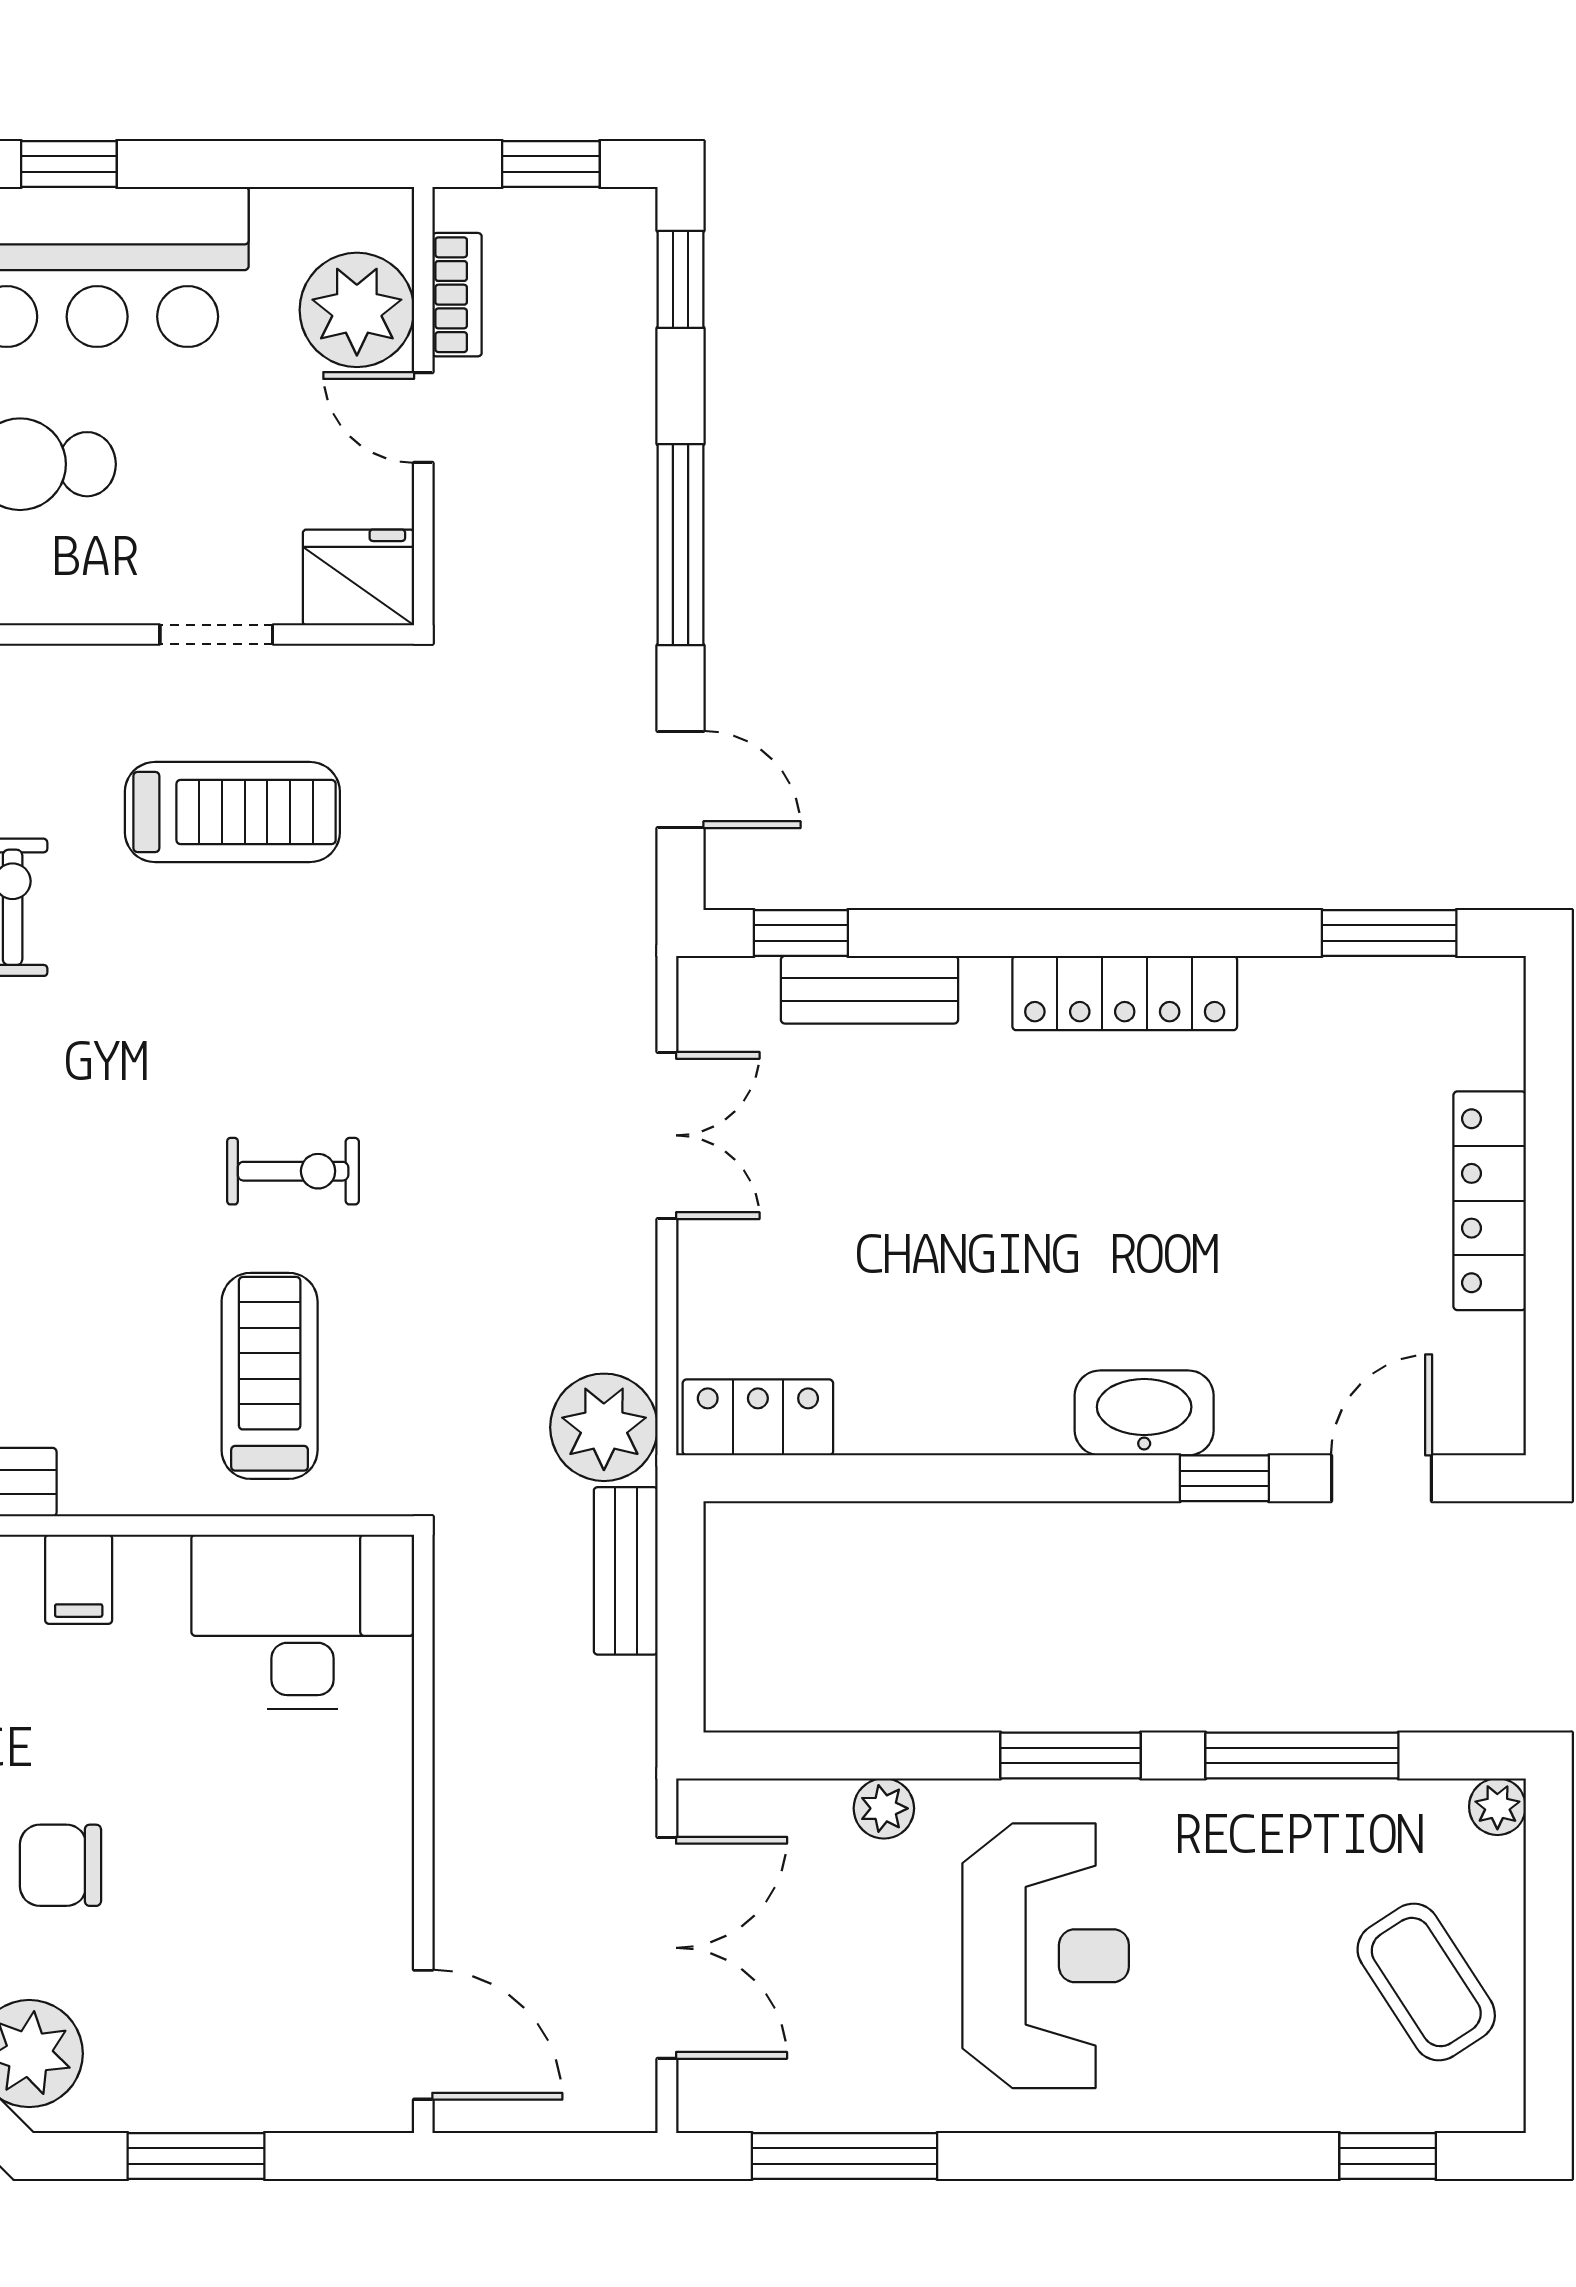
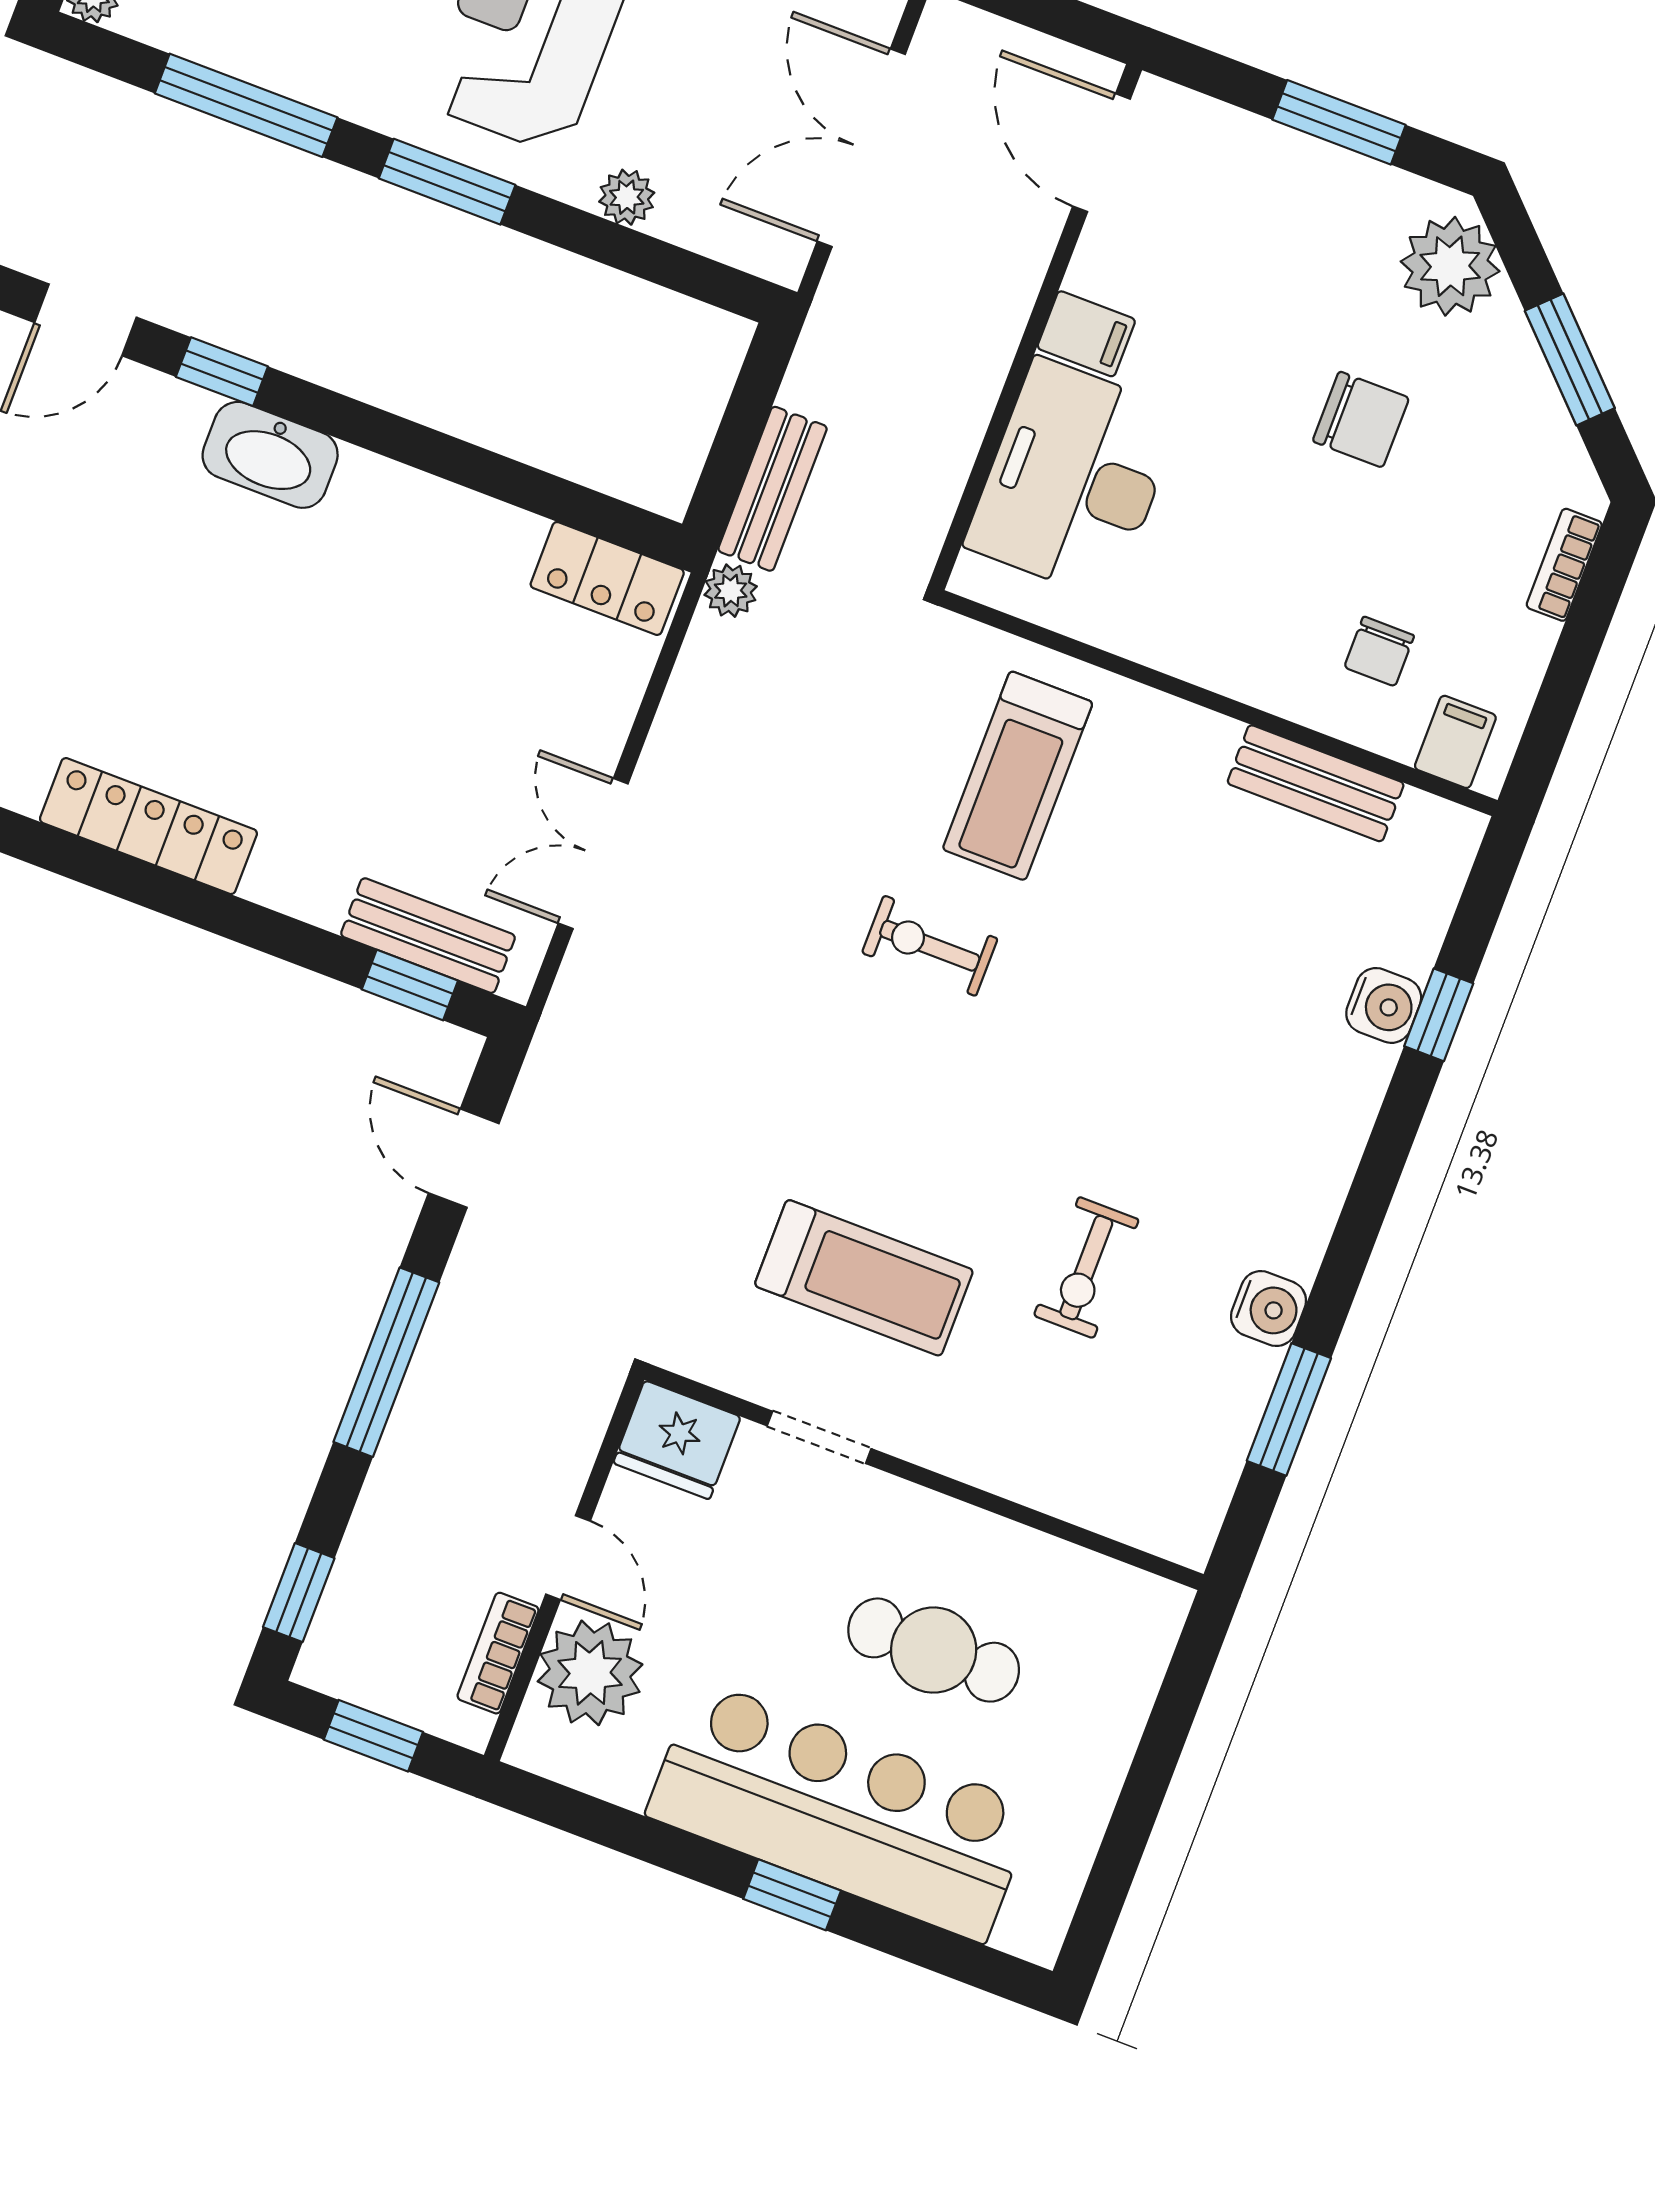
treadmill: (232, 812) -> (864, 1278), turned 180
bench: (870, 990) -> (428, 936), moved
plant: (604, 1427) -> (731, 591), width x0.53, depth x0.53
filing cabinet: (79, 1579) -> (1086, 334), moved, turned 90
desk: (302, 1622) -> (1074, 479), moved, turned 90

